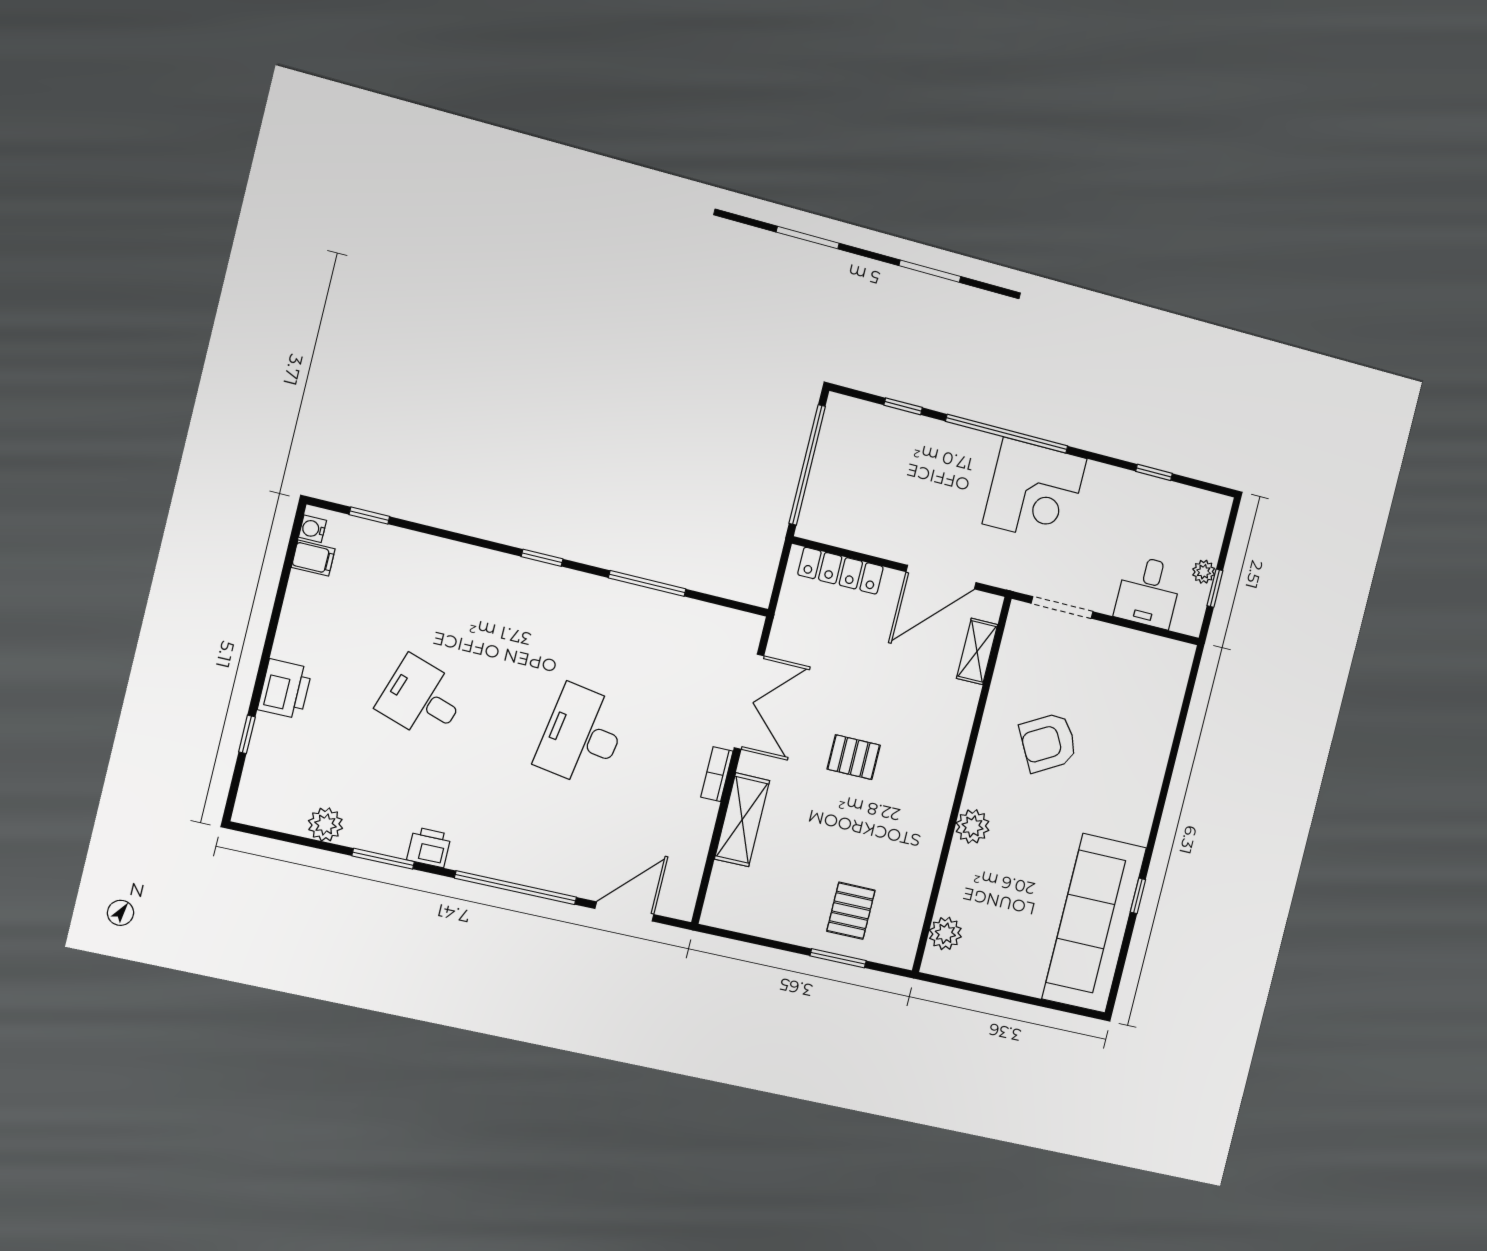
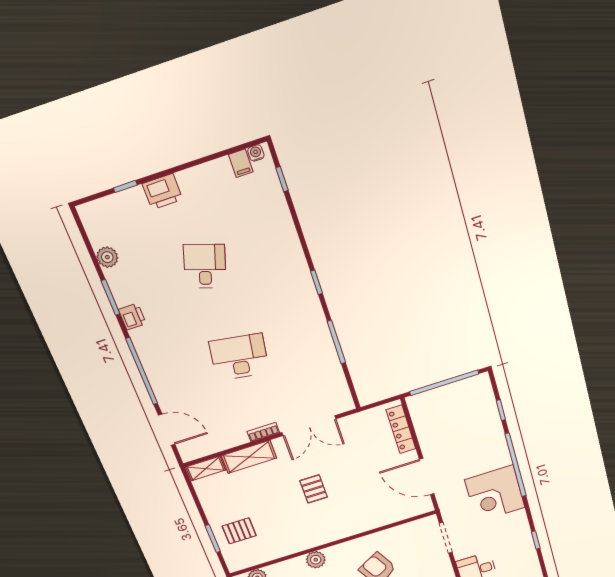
shelving: (977, 651) -> (206, 468), moved

